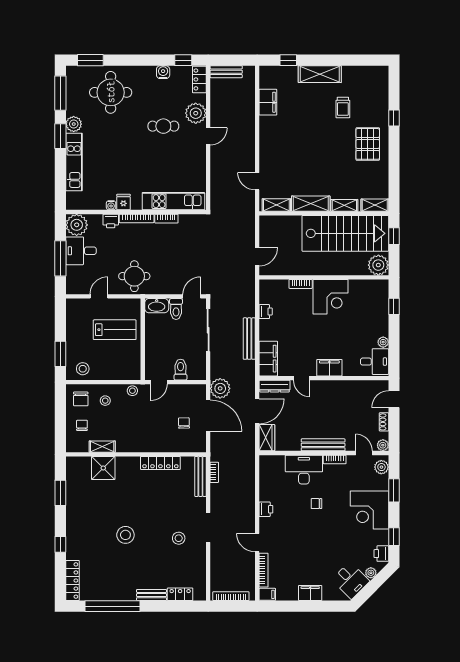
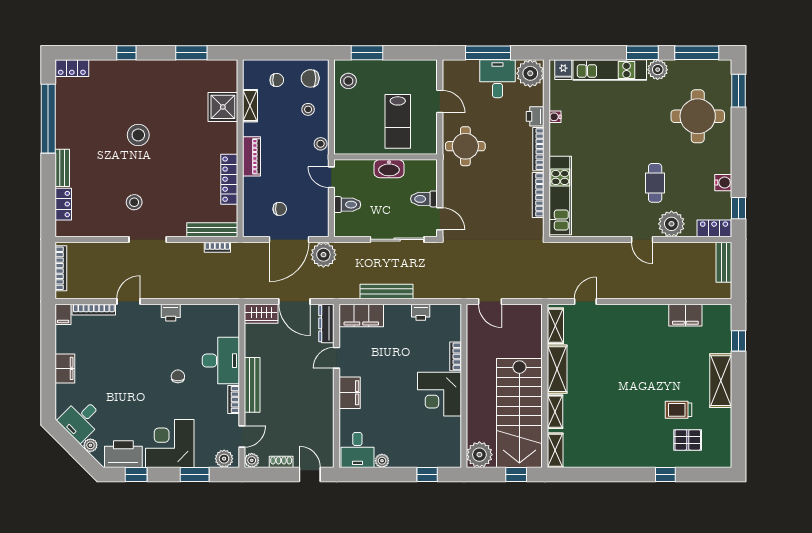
pallet: (368, 144) -> (688, 440), moved, width x0.67, depth x0.71
fridge: (123, 202) -> (563, 70), moved, turned 90
bookcase: (166, 219) -> (538, 195), width x1.56
washbasin: (157, 306) -> (389, 169), moved, turned -90
piano: (142, 445) -> (252, 156), added
printer: (381, 554) -> (123, 454), width x1.87, depth x1.48
locker: (73, 581) -> (72, 68), width x0.66

